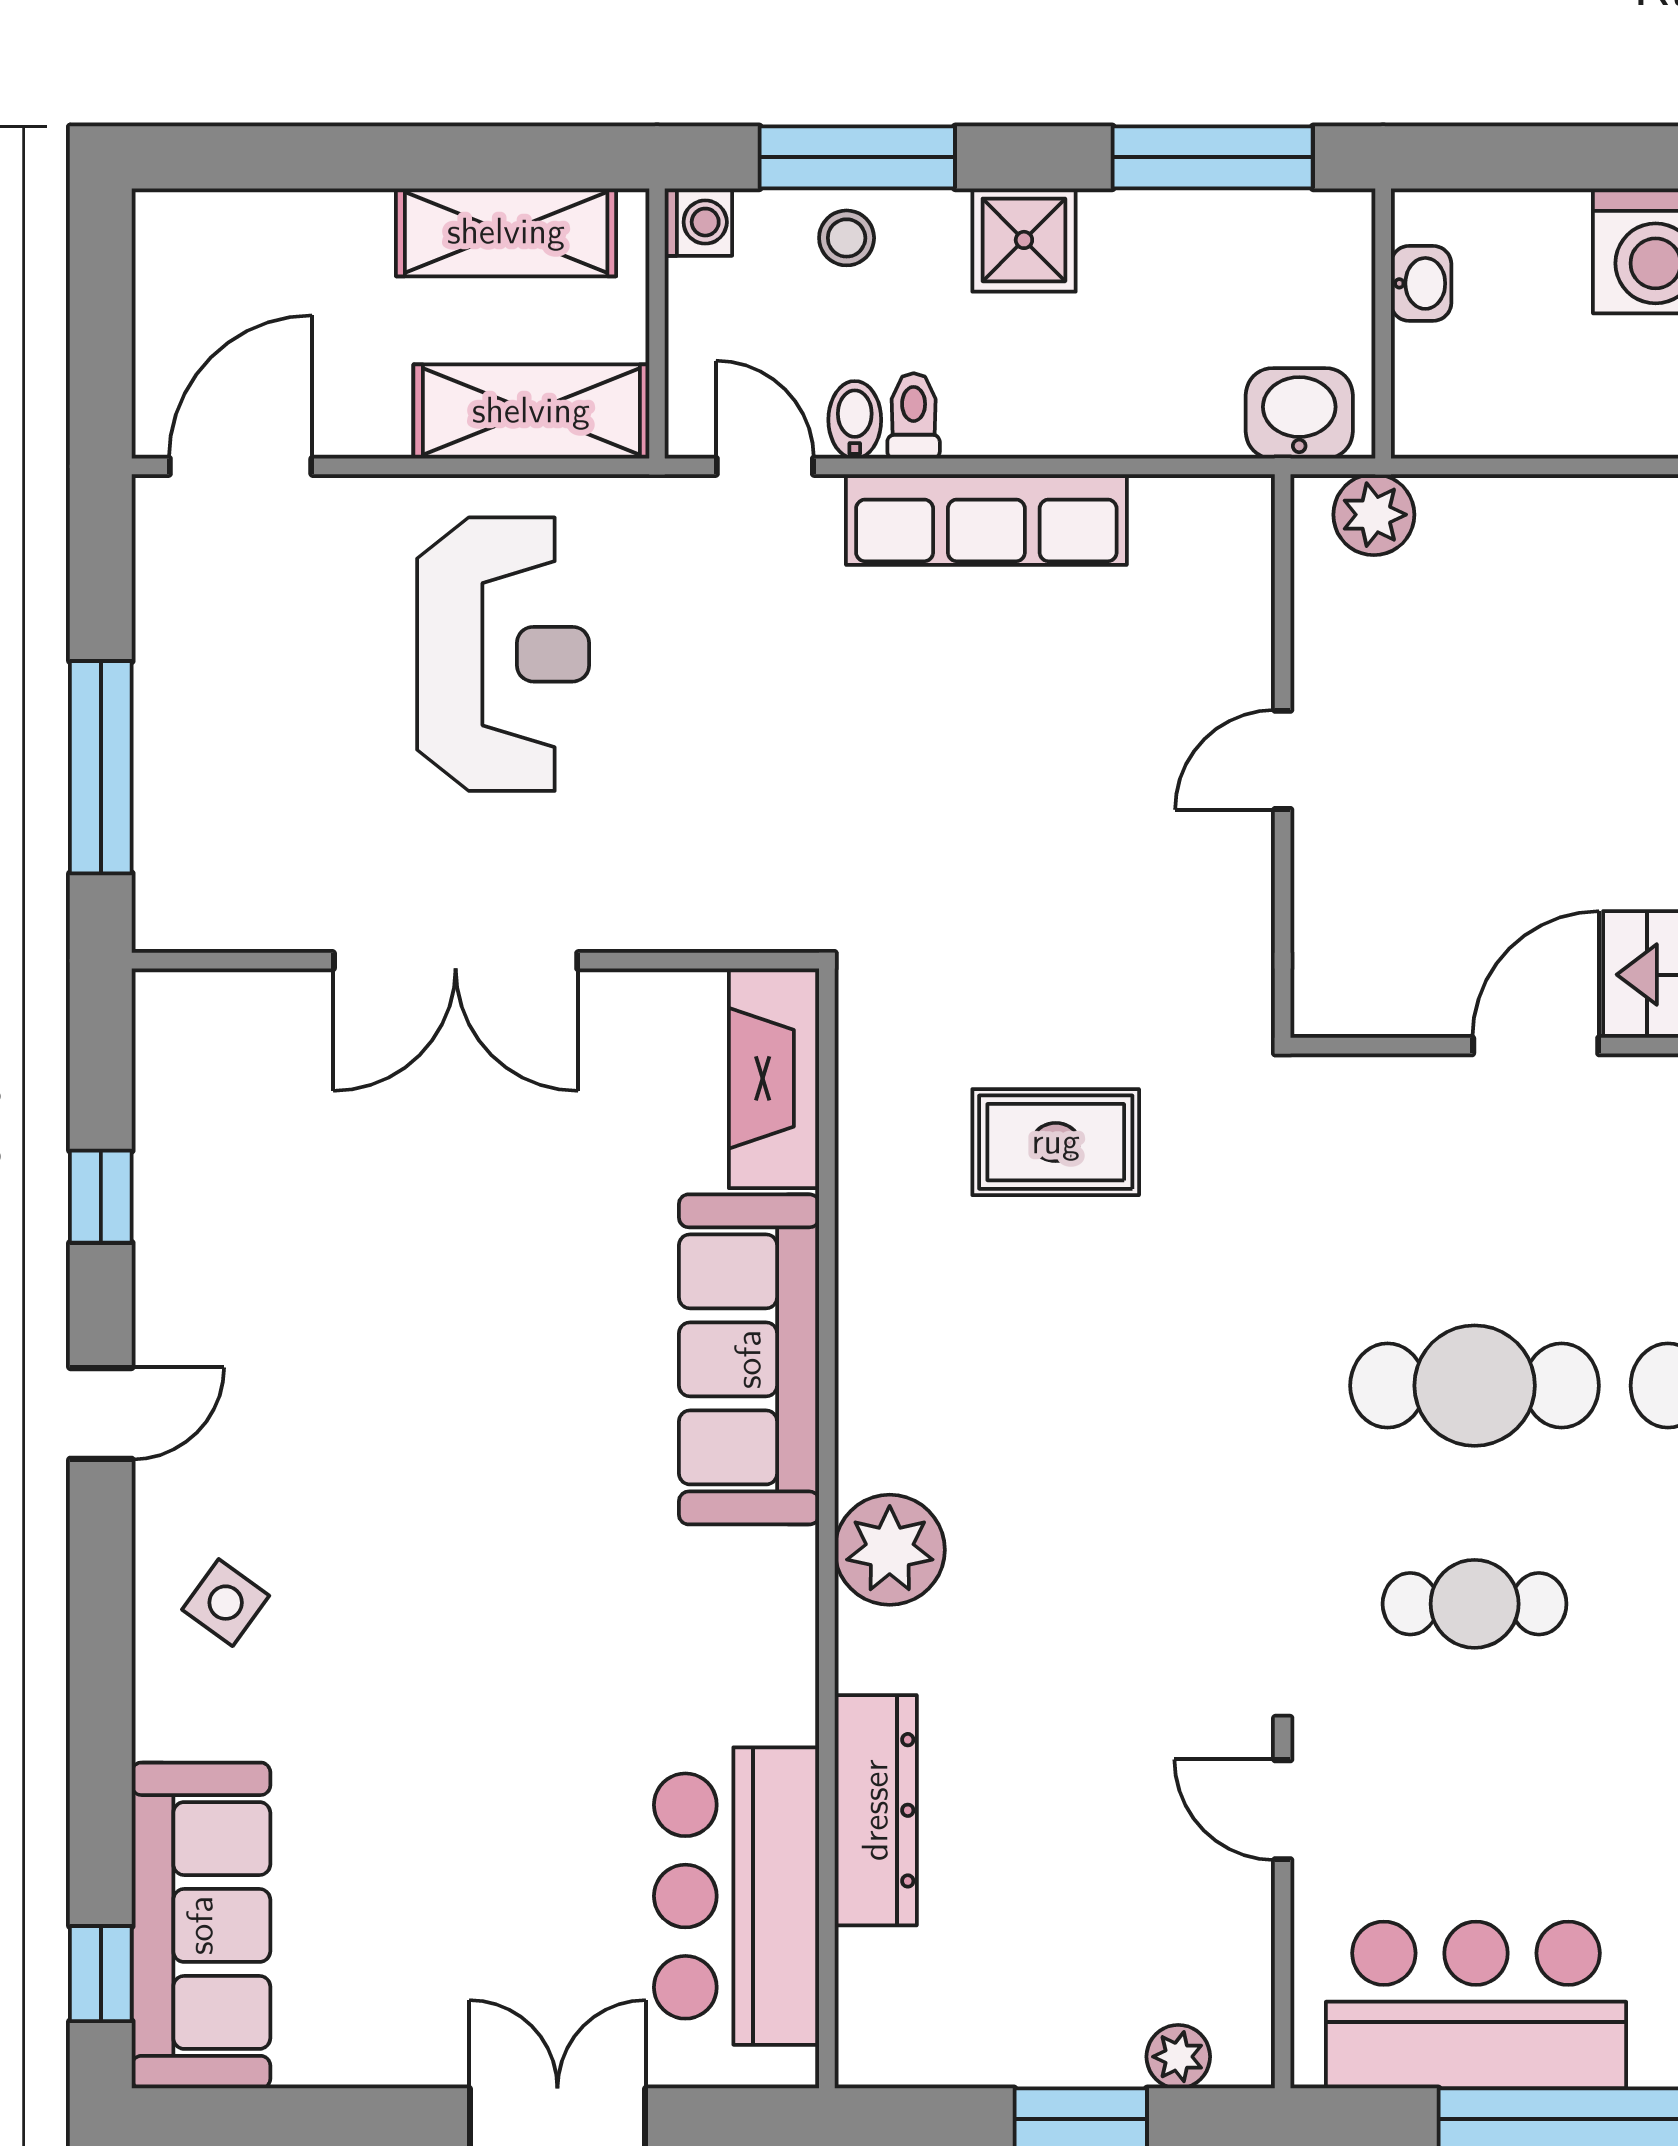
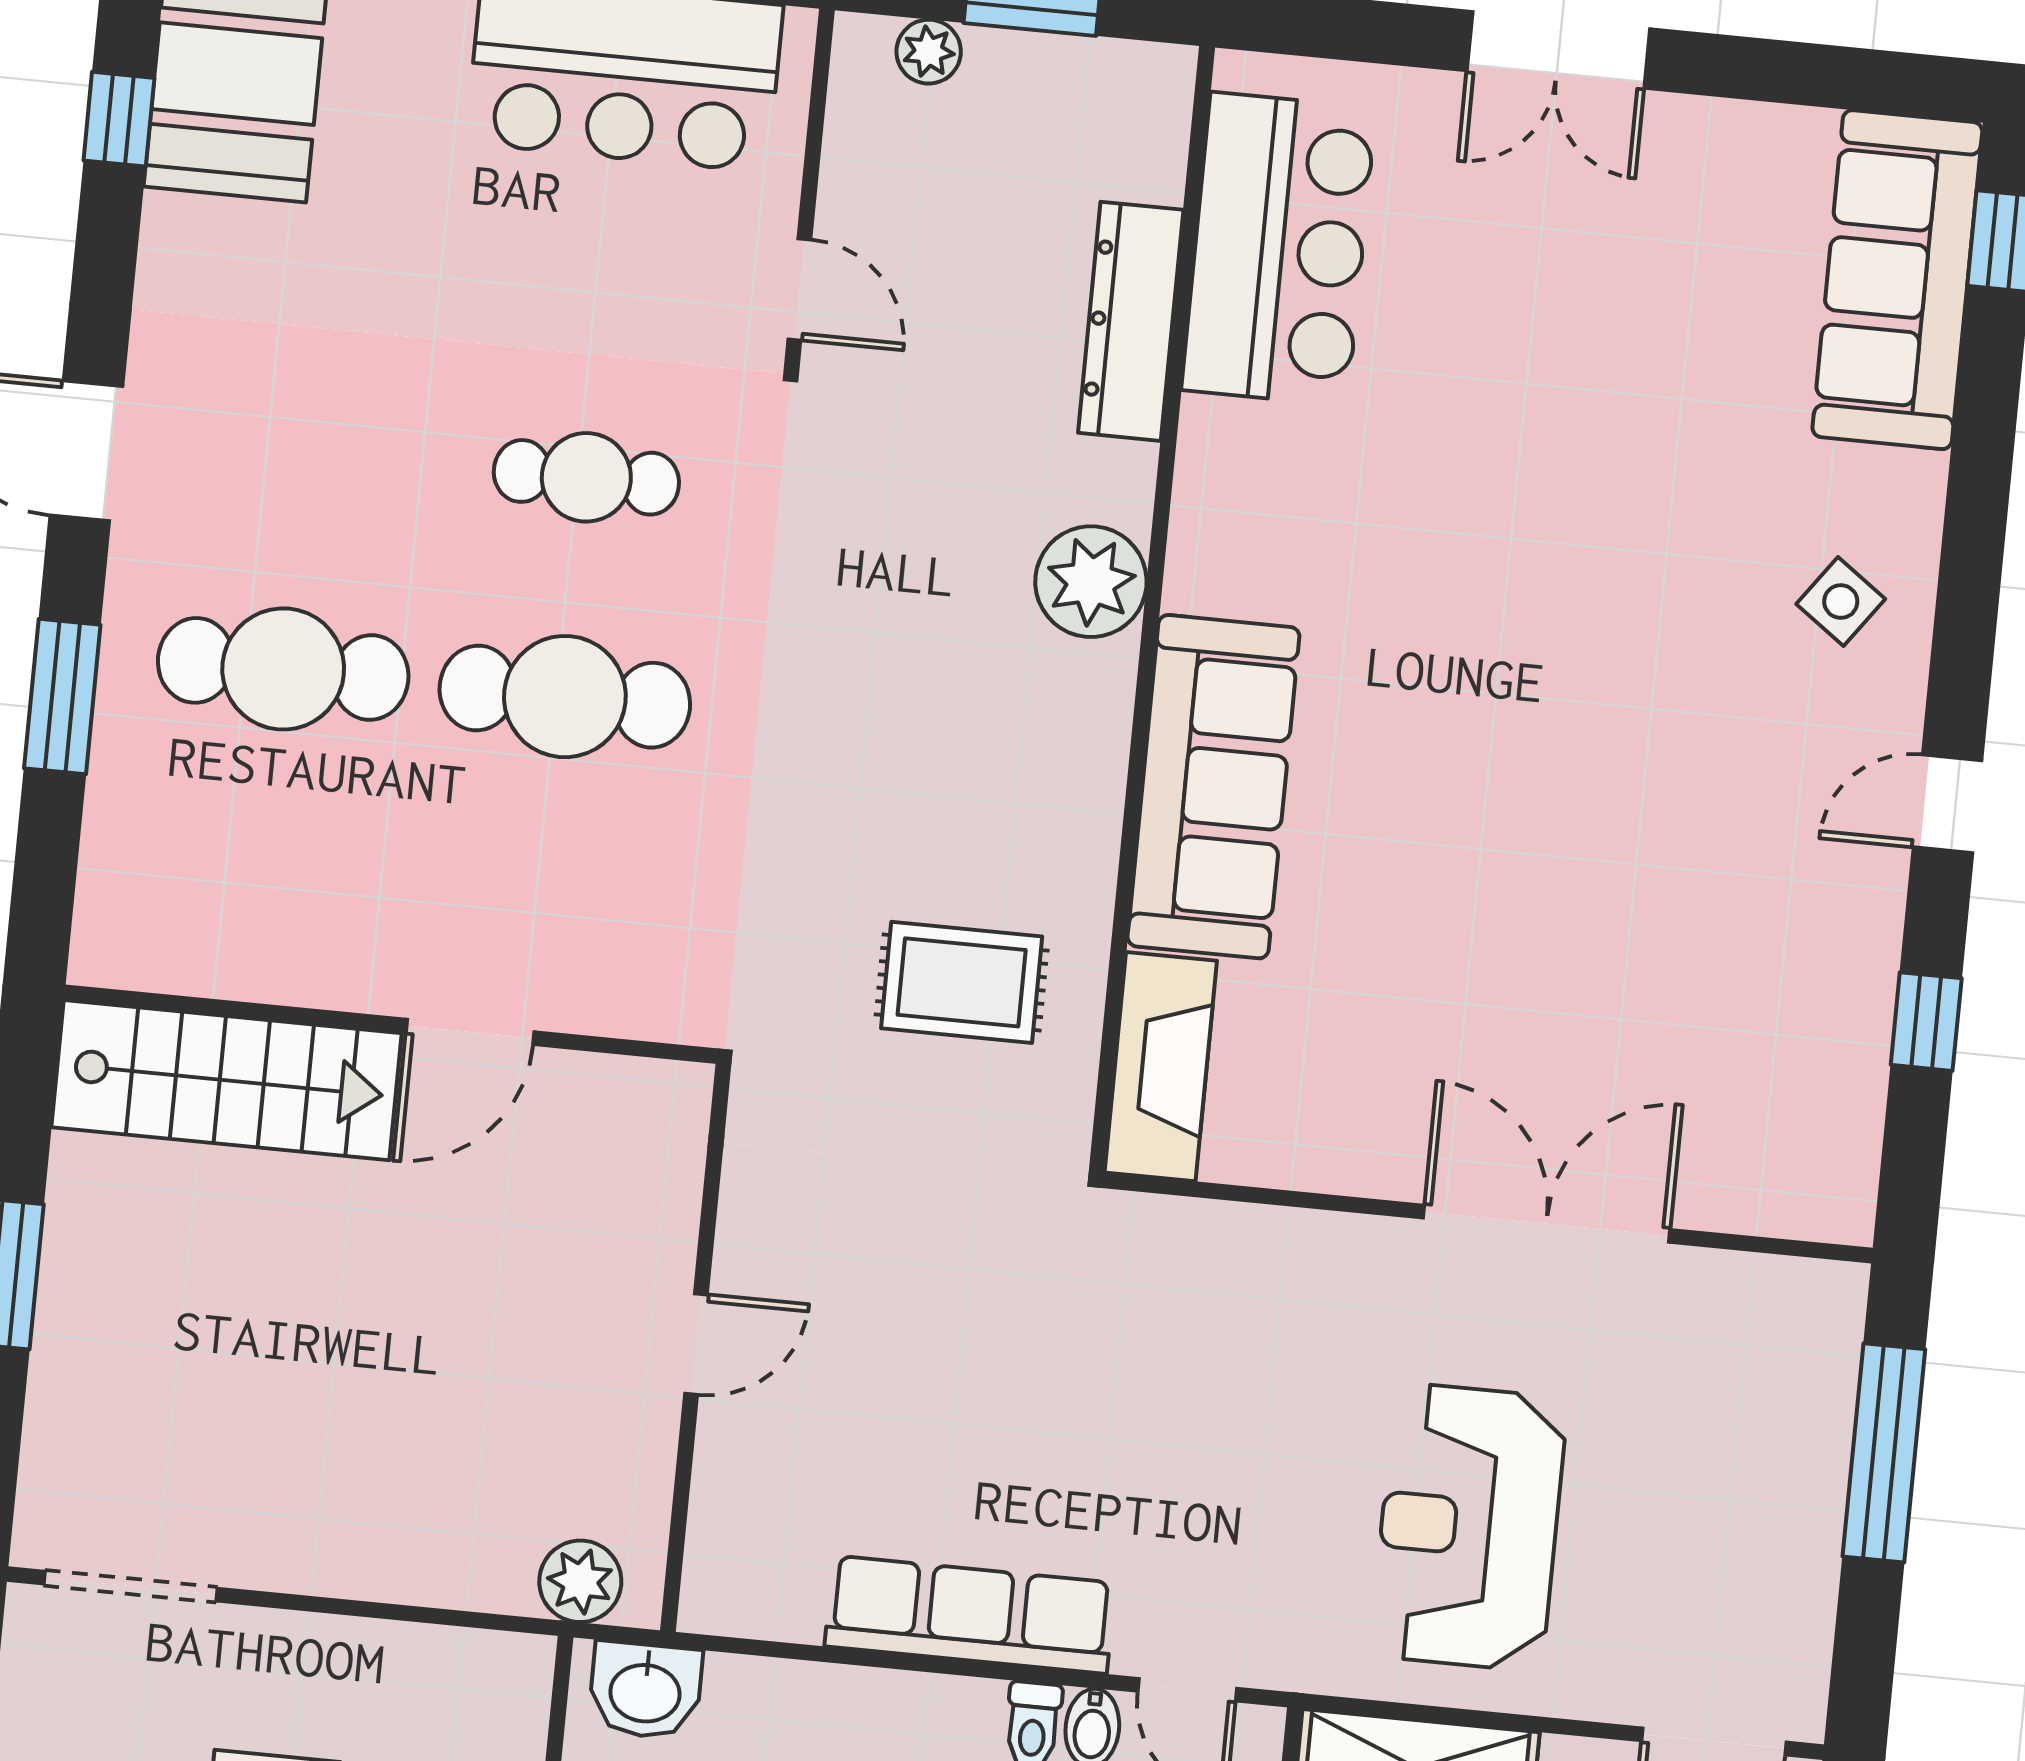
fireplace: (774, 1078) -> (1161, 1067), moved
sofa: (749, 1359) -> (1213, 787), moved
wall: (827, 1528) -> (1152, 609), moved
plant: (890, 1550) -> (1091, 582), moved
dresser: (876, 1810) -> (1131, 321), moved
bar counter: (737, 1896) -> (1279, 249), moved

